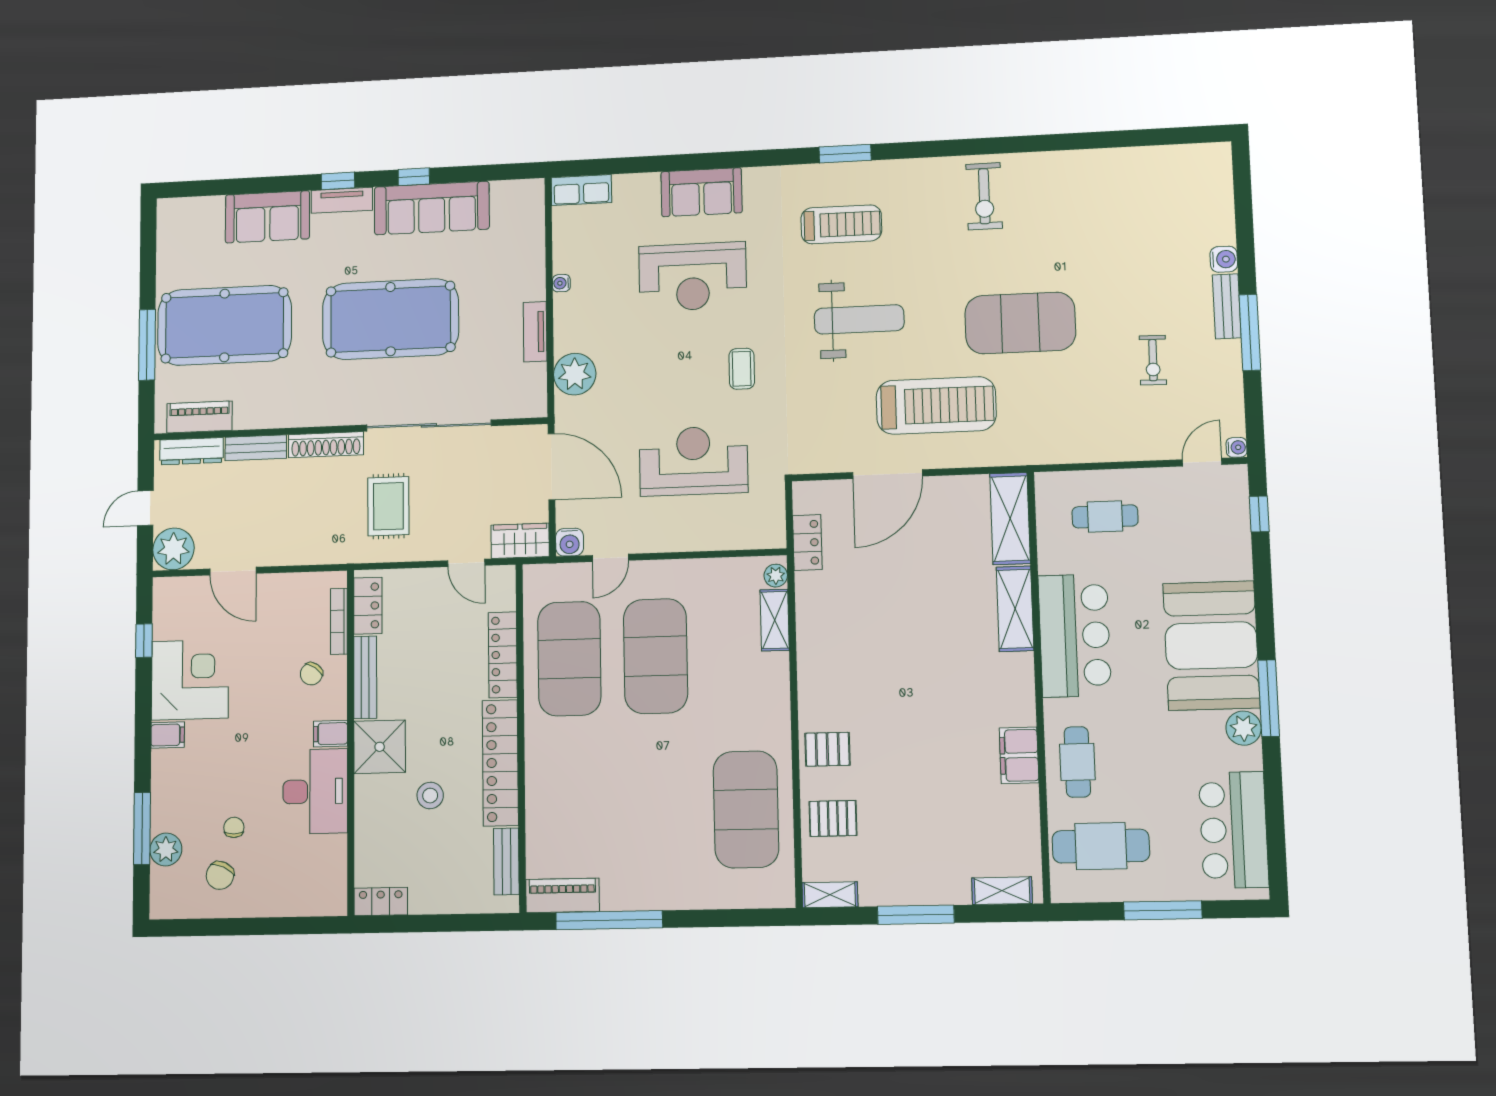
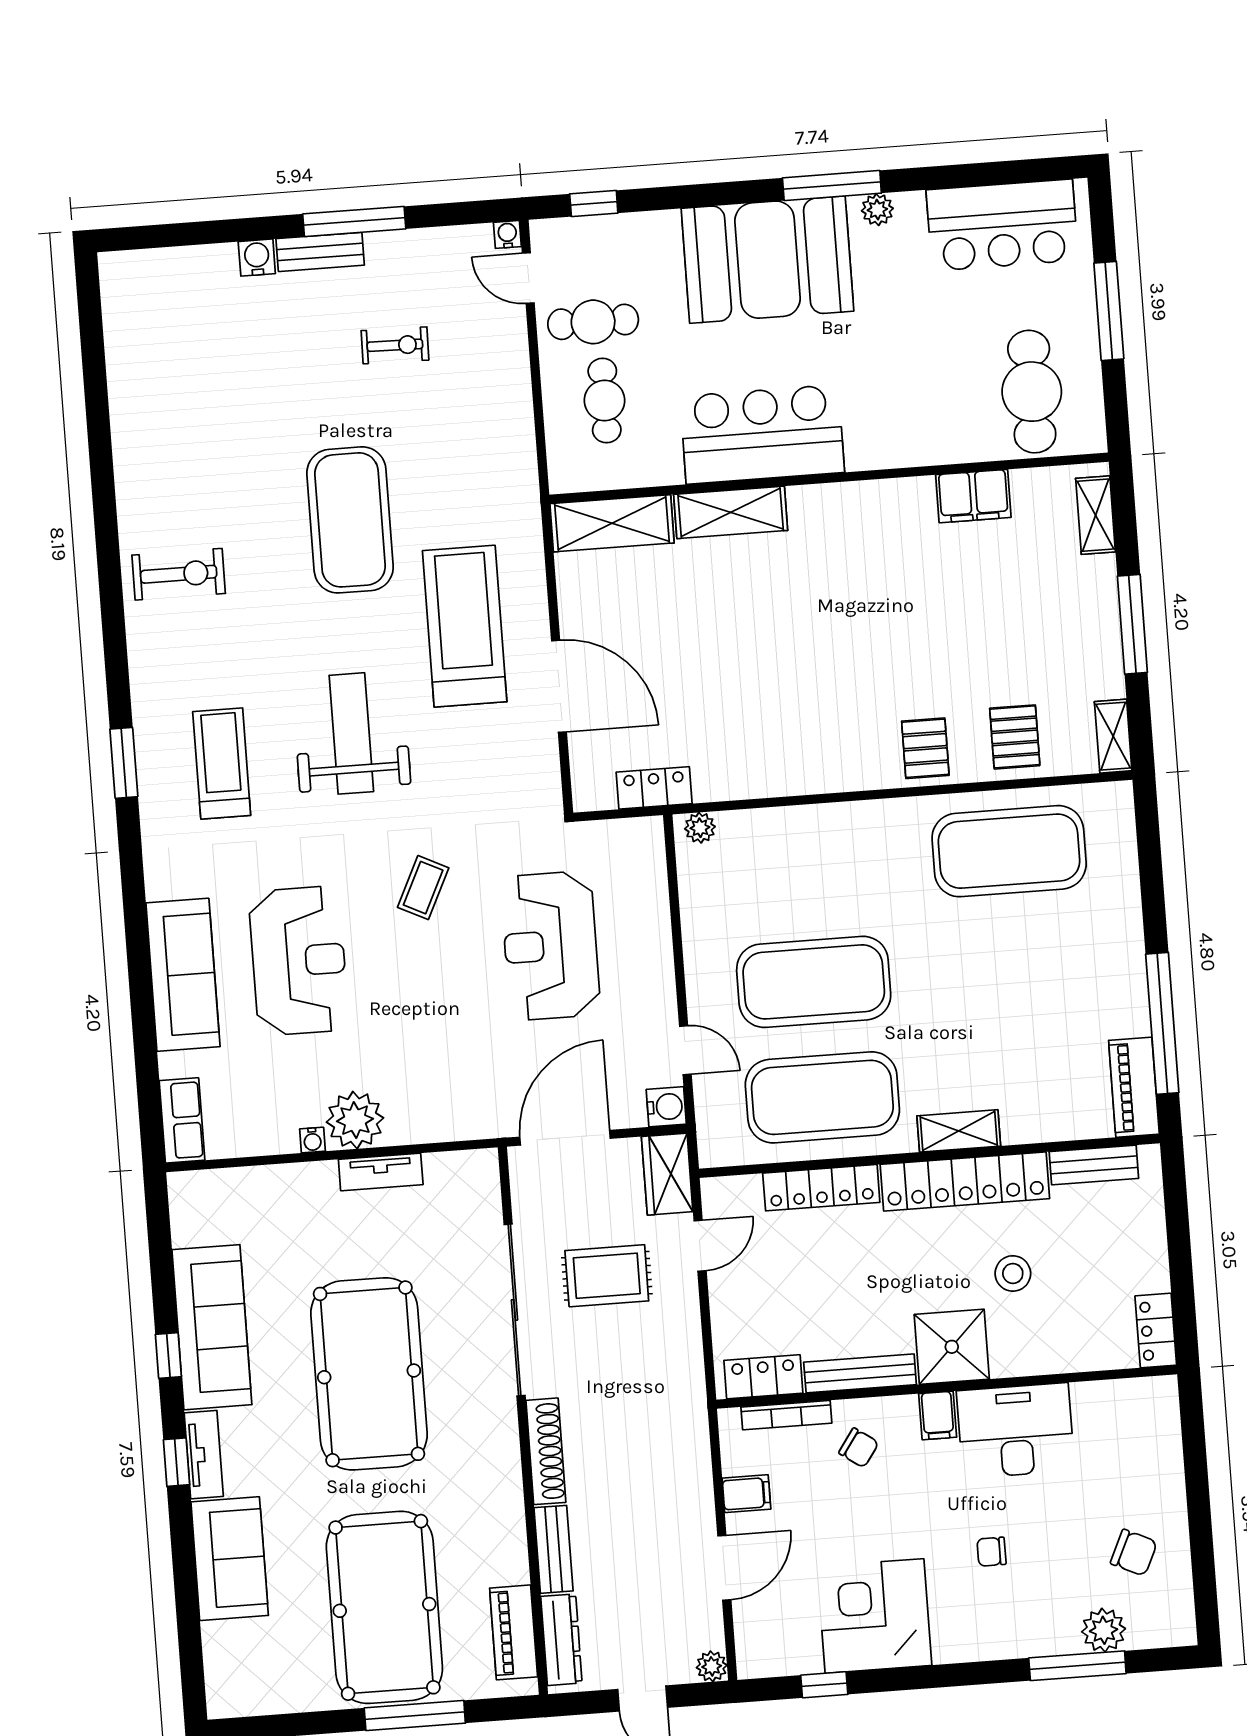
sofa: (702, 192) -> (183, 975), width x1.36
coffee table: (742, 369) -> (423, 888), turned -64
plant: (575, 374) -> (355, 1120), moved
rug: (388, 506) -> (607, 1276), moved
plant: (173, 549) -> (712, 1666), width x0.53, depth x0.53
shelving: (775, 620) -> (959, 1131), moved
plant: (1244, 728) -> (877, 210), width x0.73, depth x0.73
filing cabinet: (168, 735) -> (746, 1494), moved, turned 90
filing cabinet: (1019, 755) -> (973, 496), moved
cafe table: (1077, 762) -> (593, 322), moved
chair: (234, 827) -> (991, 1552), moved

